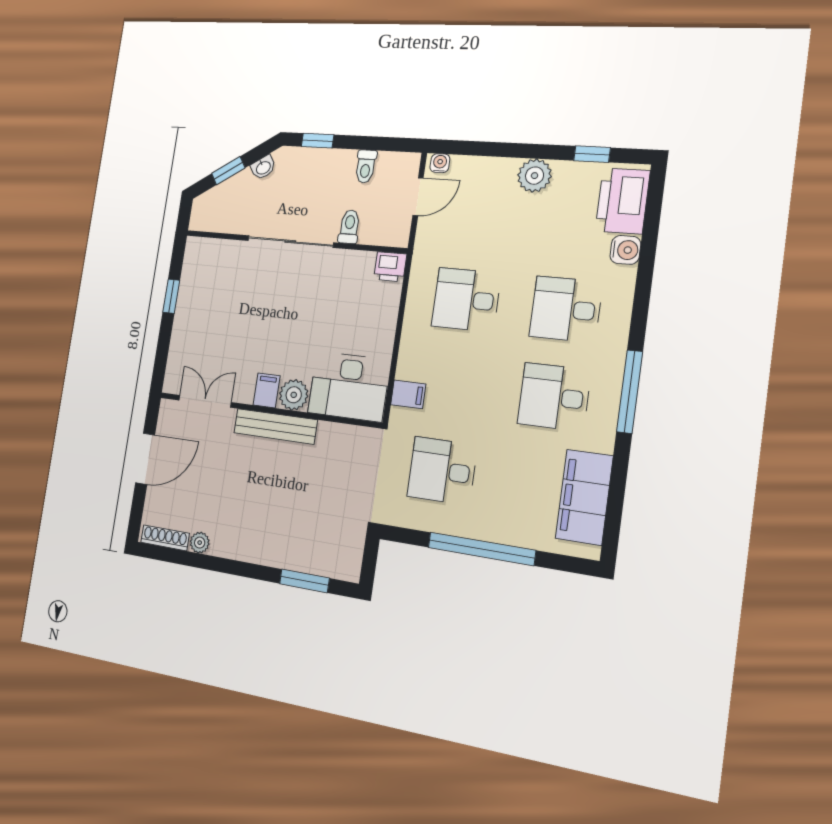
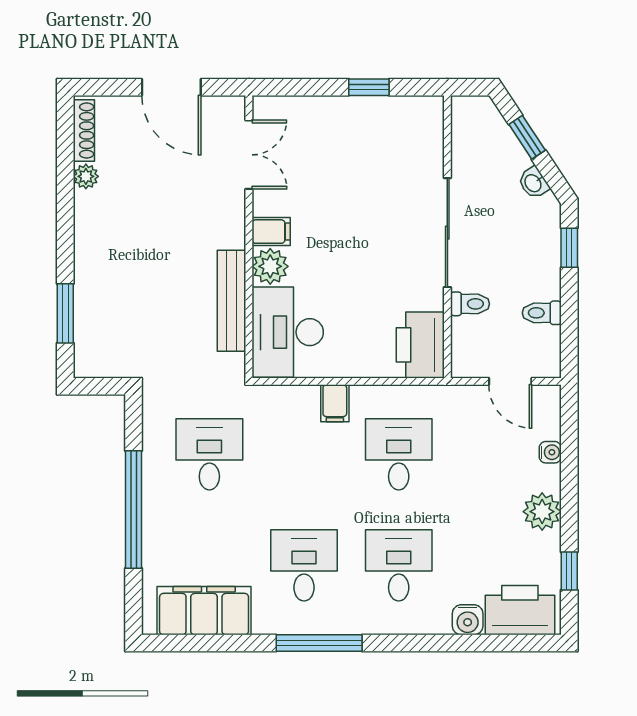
water cooler: (440, 163) -> (550, 452), moved
printer: (390, 267) -> (420, 345), width x1.87, depth x1.48
filing cabinet: (408, 394) -> (335, 403), moved
bench: (275, 426) -> (232, 301), moved

